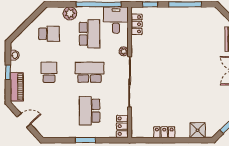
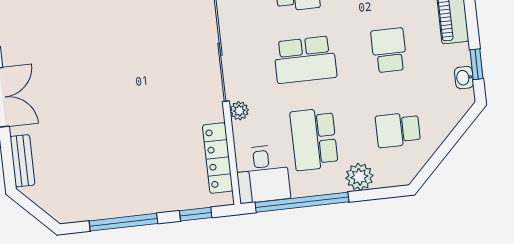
locker: (137, 24) -> (218, 158), width x1.53
window: (8, 72) -> (476, 64), moved
school desk: (49, 72) -> (389, 50), turned 180

